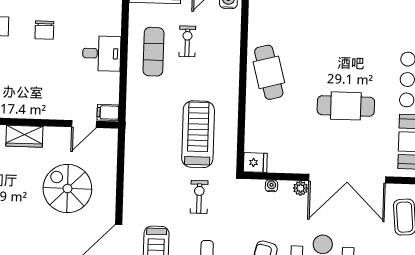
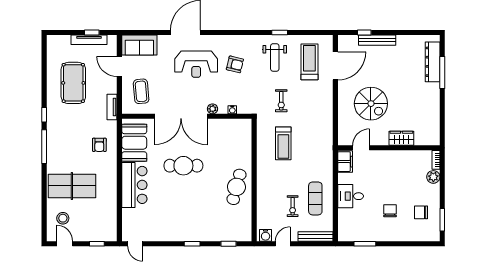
cafe table: (269, 72) -> (236, 187), turned 30
filing cabinet: (108, 112) -> (345, 162), width x2.00
treadmill: (198, 134) -> (283, 143), width x0.73, depth x0.73
fridge: (255, 163) -> (244, 125), removed
double door: (347, 179) -> (181, 116), swing flipped

